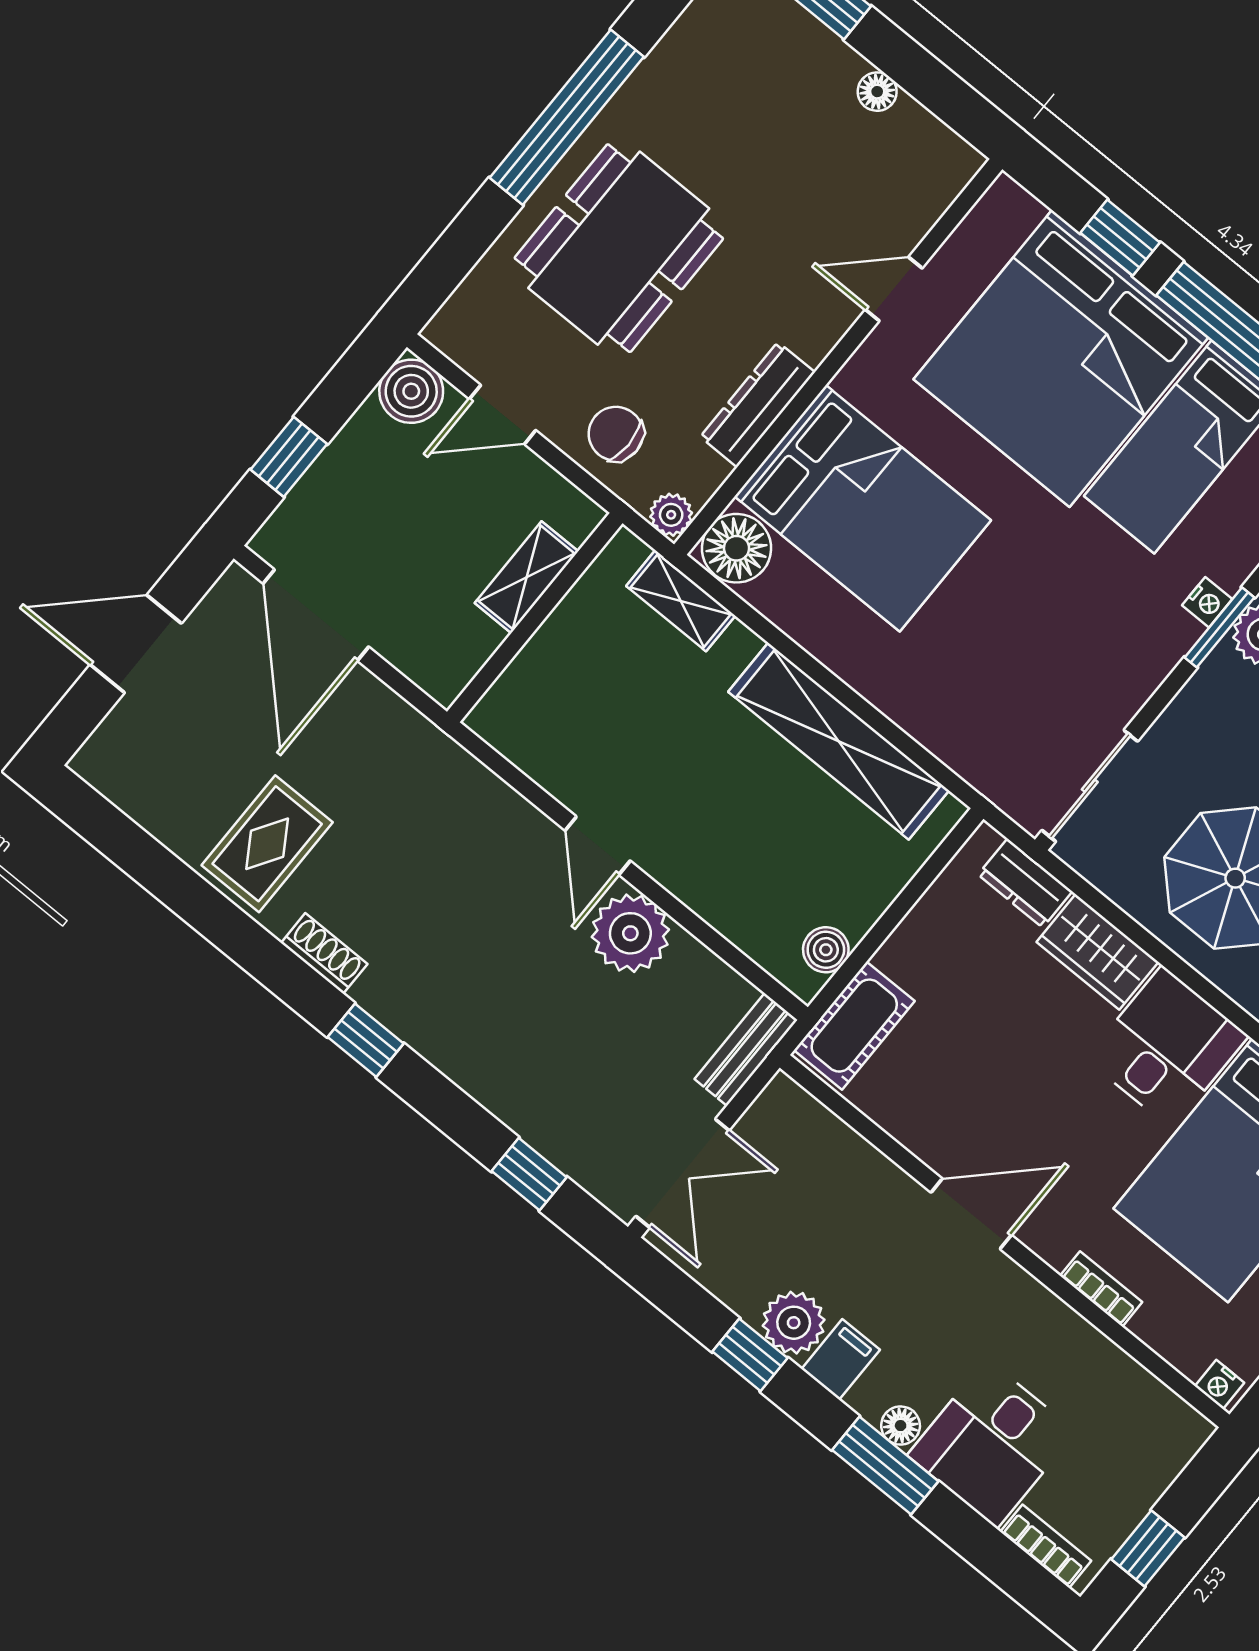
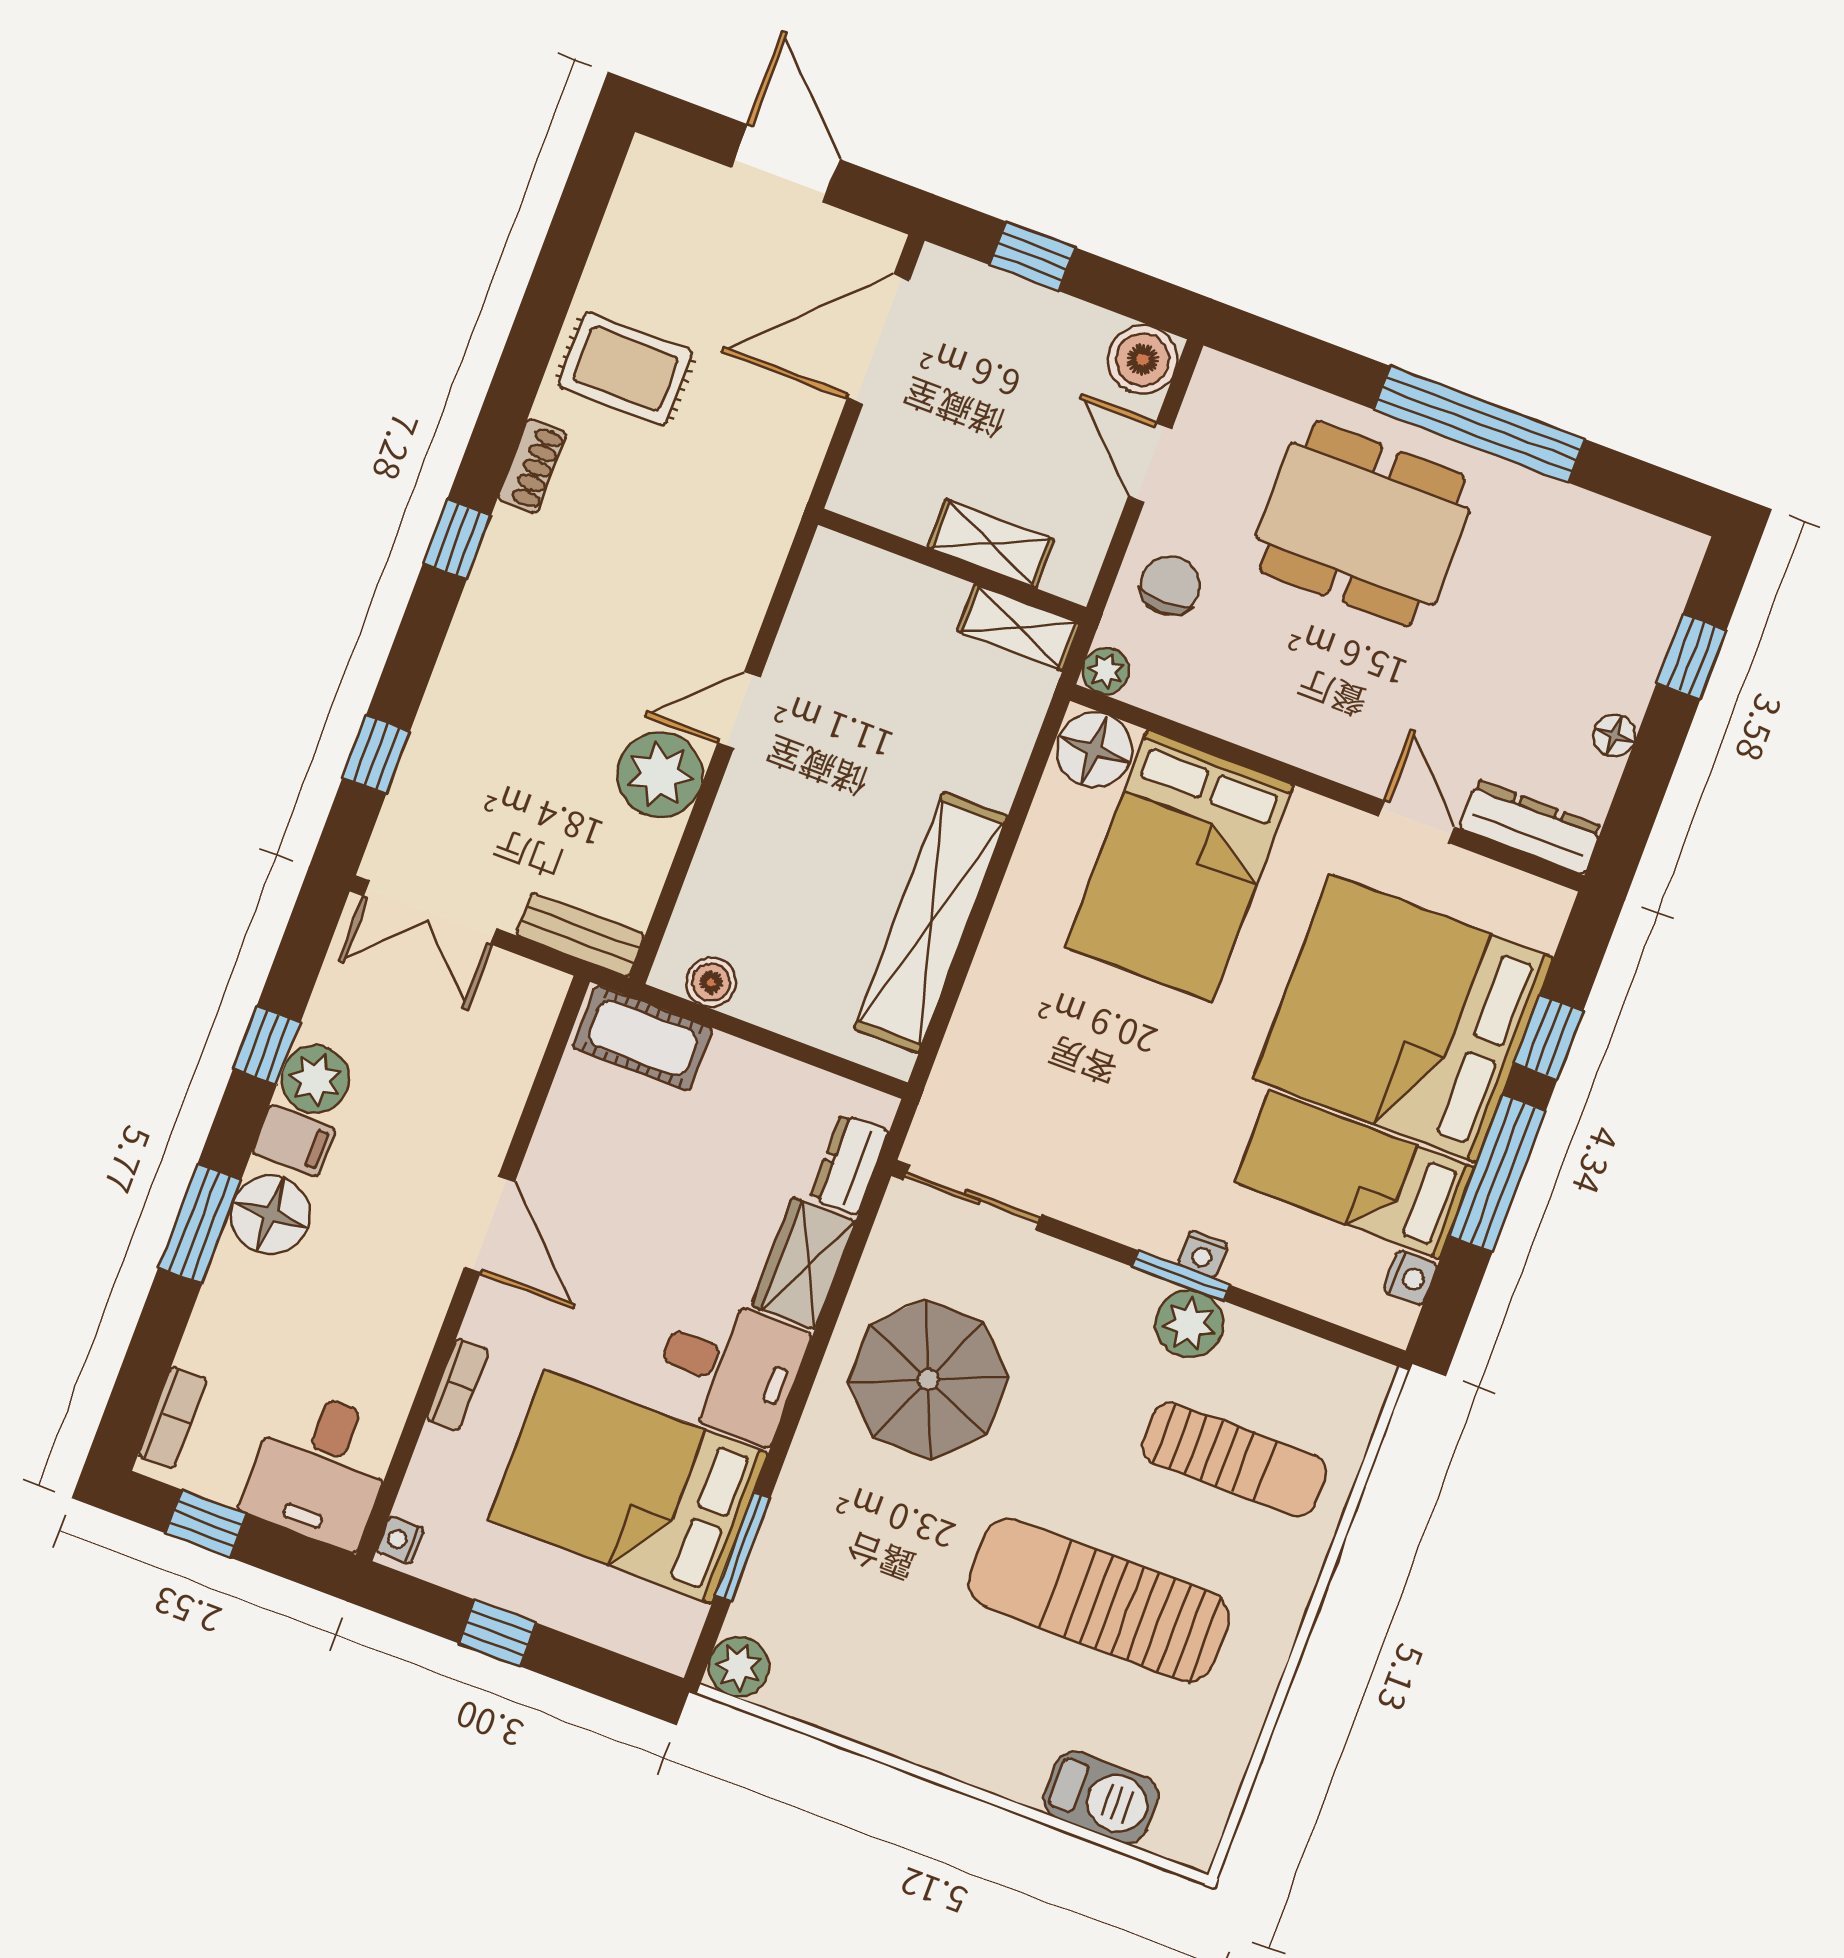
dresser: (758, 405) -> (1531, 827), moved
shelving: (681, 601) -> (1019, 627), moved, turned 90
floor lamp: (901, 1426) -> (270, 1215), width x1.89, depth x1.89
desk: (992, 1444) -> (321, 1468), moved, turned -90

